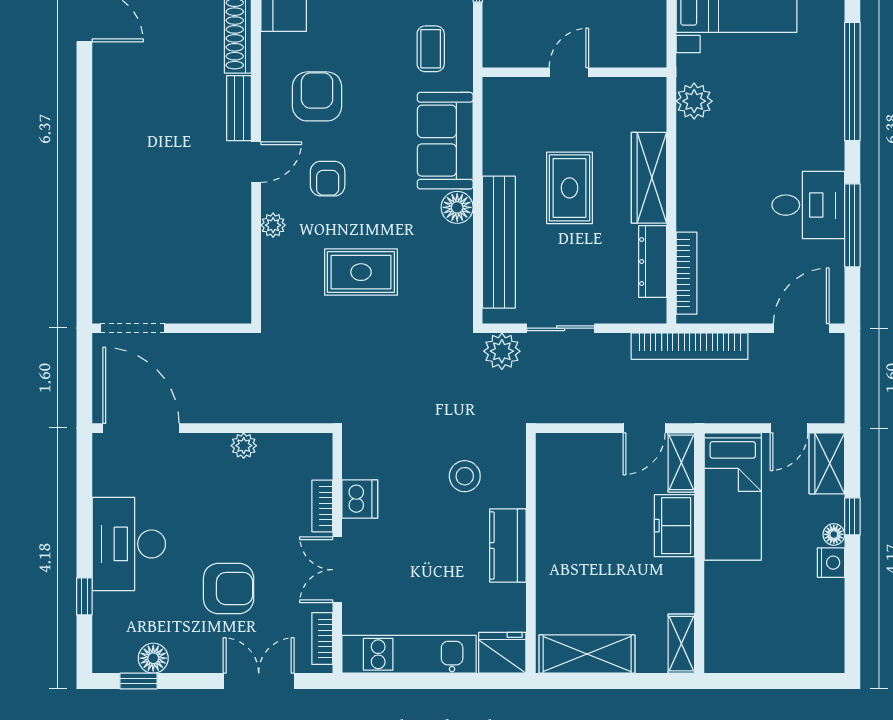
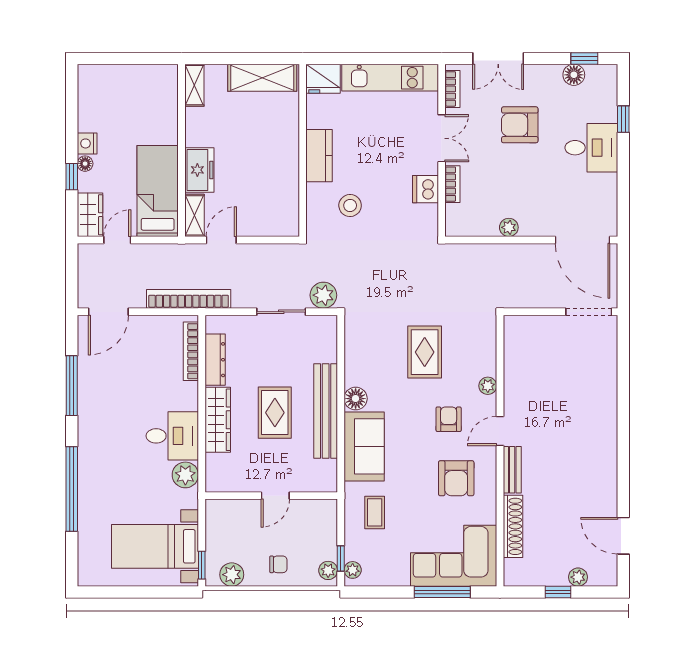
desk: (808, 205) -> (172, 436), moved, turned 180
bench: (499, 242) -> (326, 411), moved
rug: (361, 272) -> (425, 352), turned 90
desk: (129, 544) -> (591, 148), width x0.73

